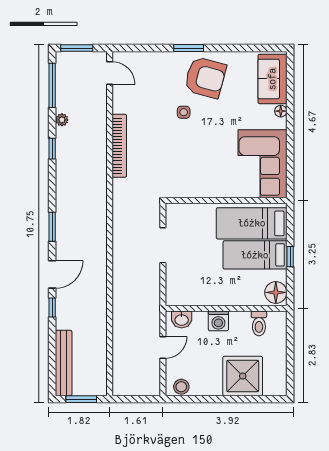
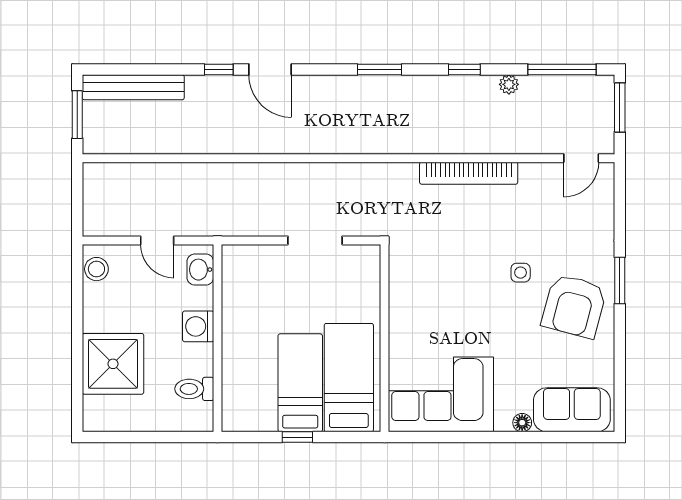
window: (52, 227) -> (380, 70), moved
floor lamp: (276, 292) -> (242, 415), removed

